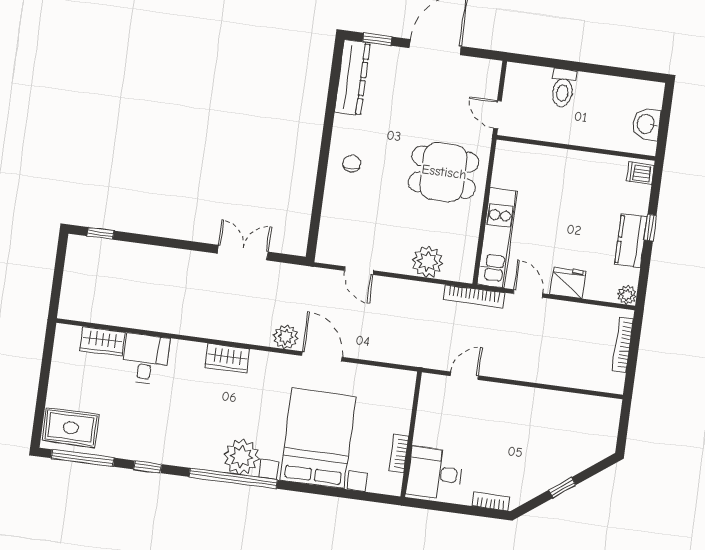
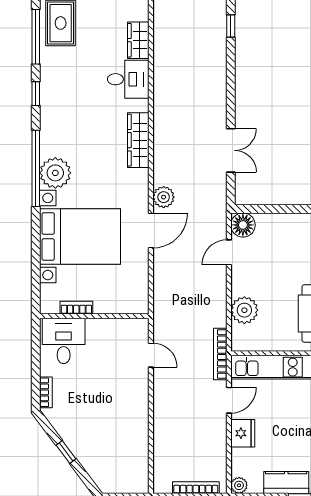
floor lamp: (330, 250) -> (243, 225), added
wardrobe: (227, 358) -> (138, 140), width x1.50

